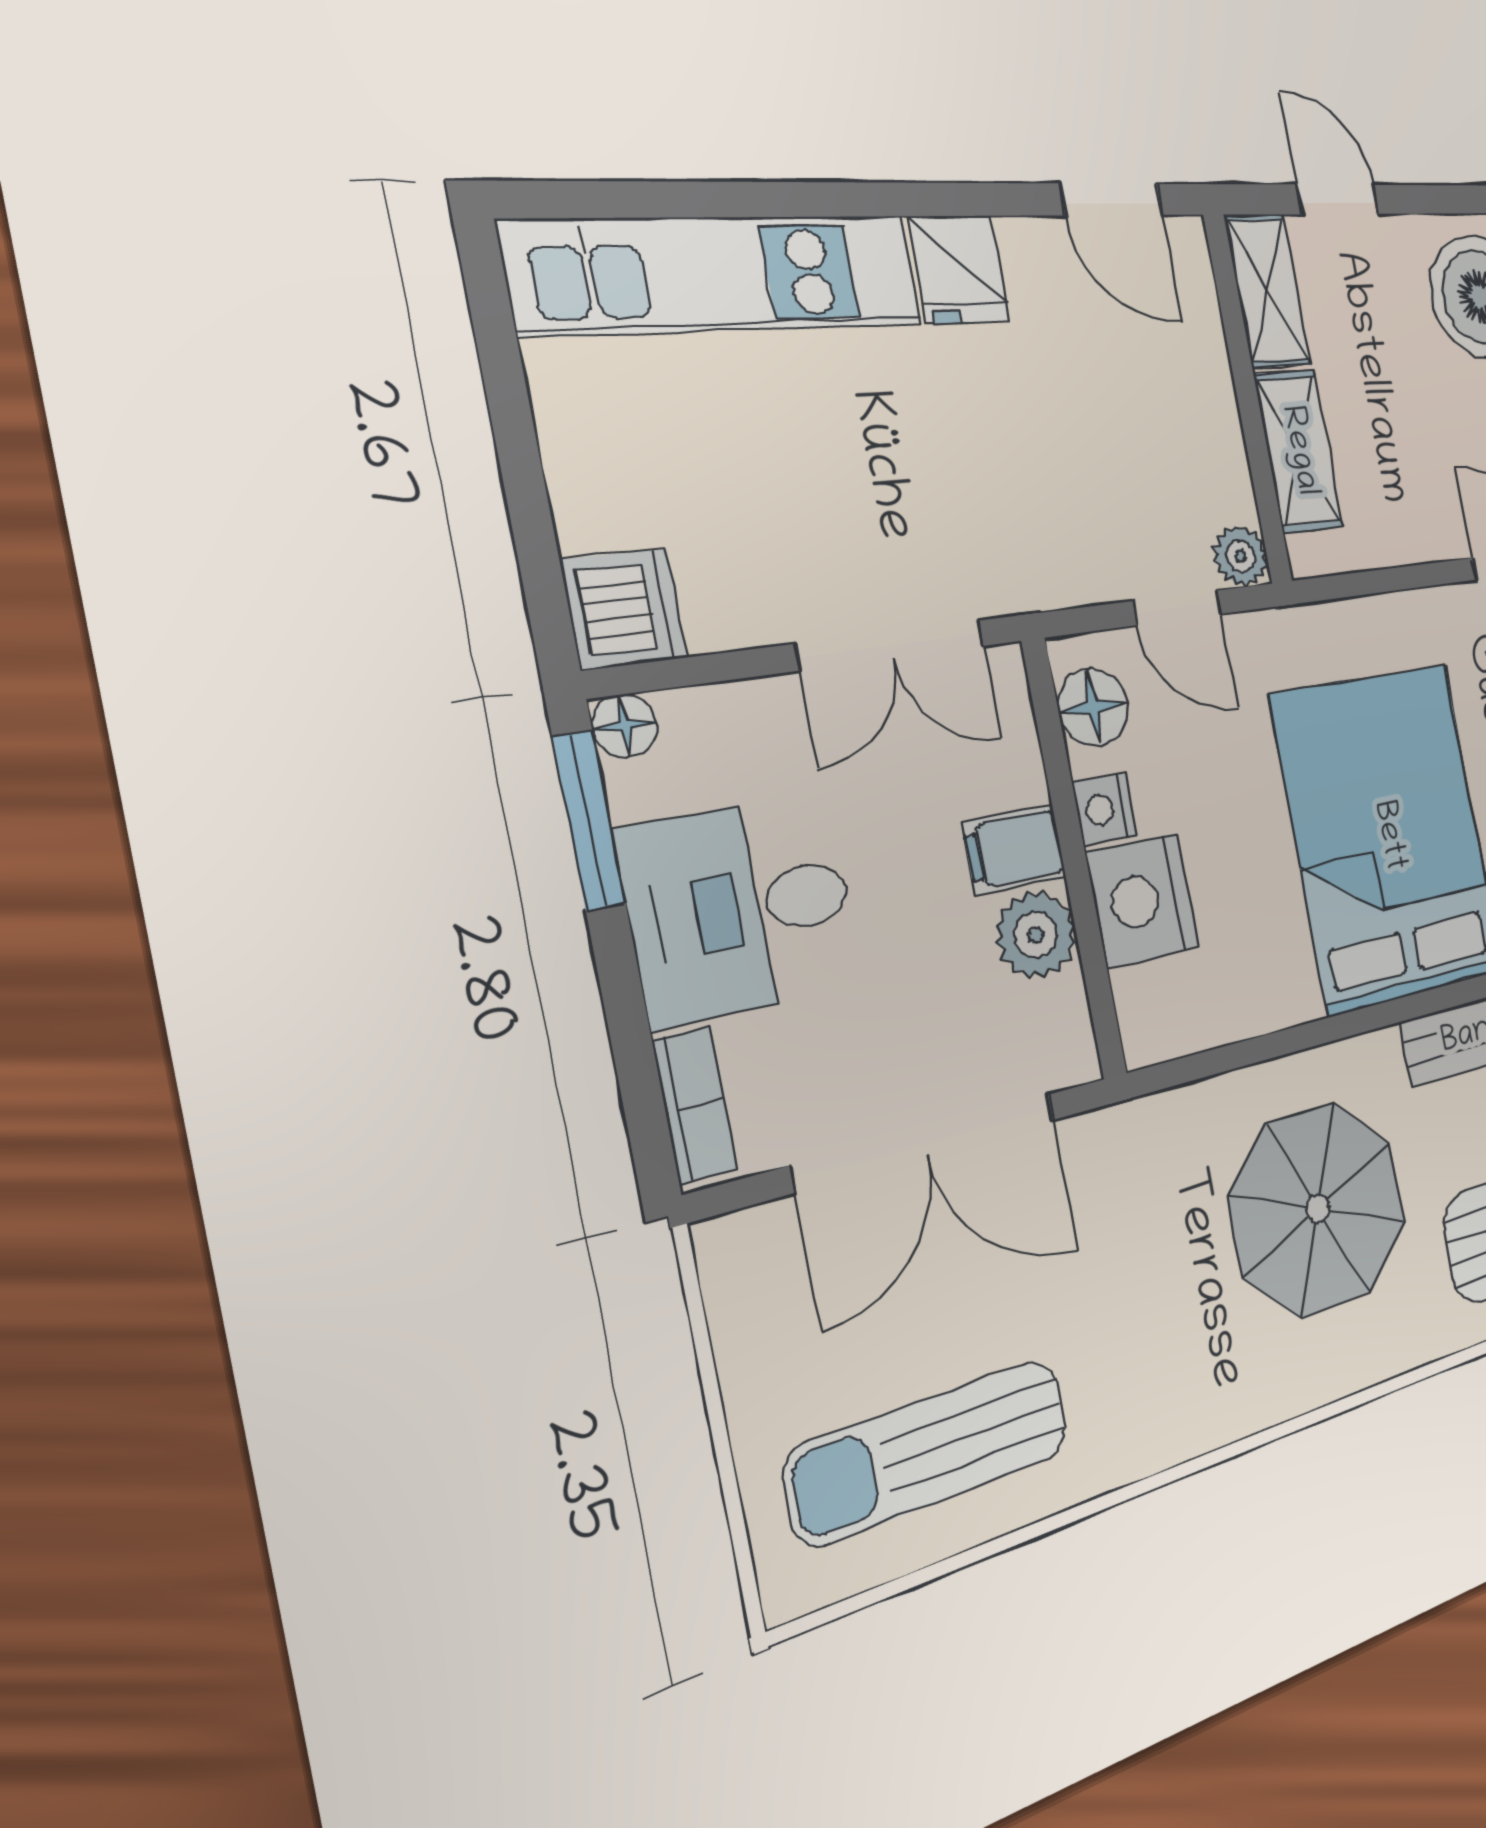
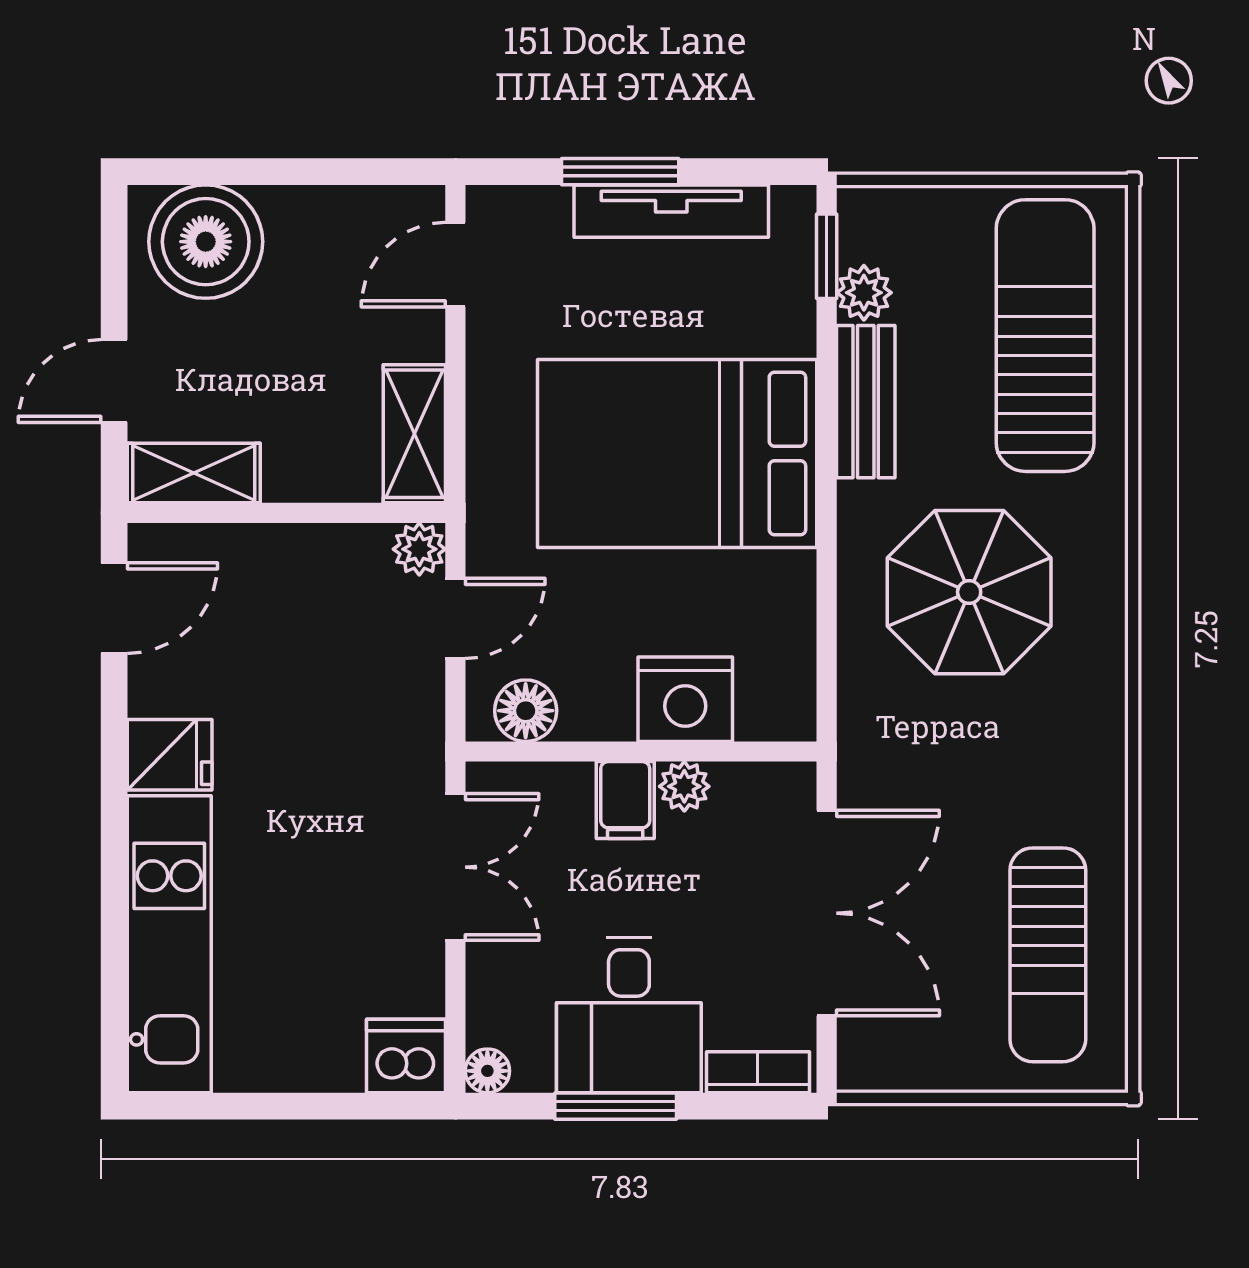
shelving: (1298, 451) -> (414, 434), moved, turned 90
nightstand: (1105, 809) -> (607, 717), removed
window: (589, 821) -> (616, 1106), moved
plant: (1036, 935) -> (684, 786), width x0.73, depth x0.73

